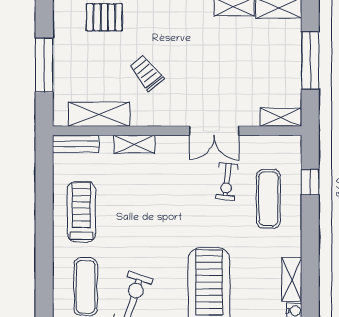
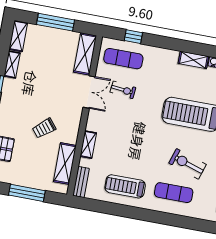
shelving: (281, 117) -> (85, 54), width x1.50, depth x1.33
exercise mat: (268, 199) -> (123, 59), moved

